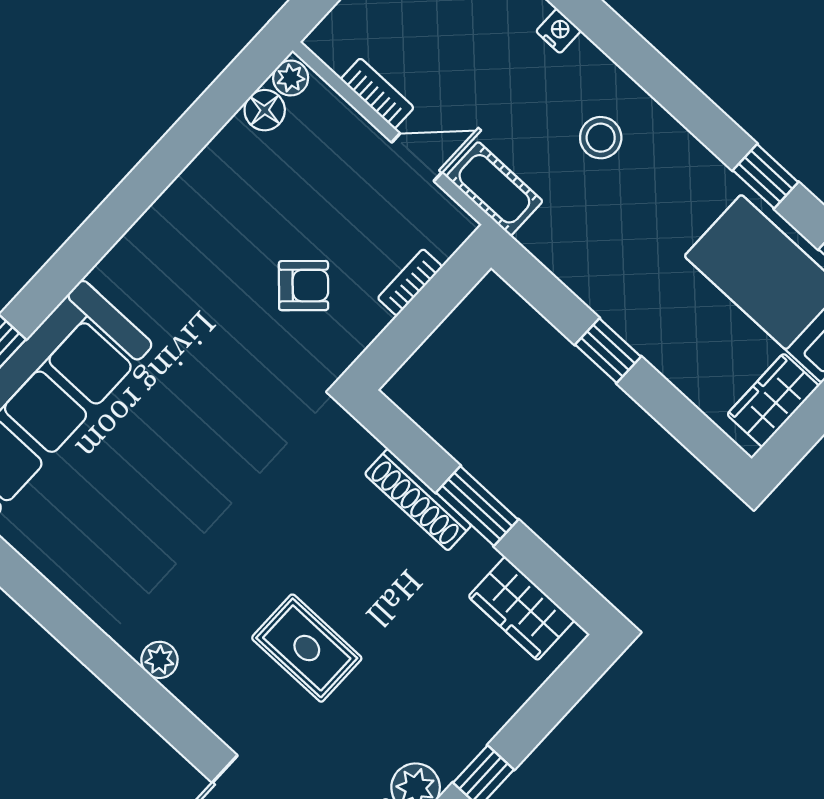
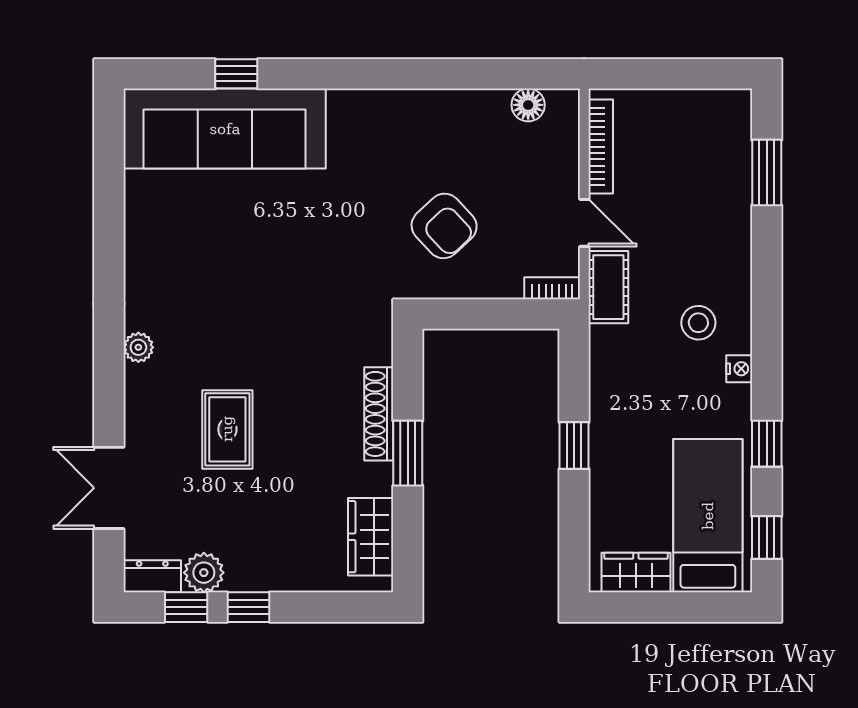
nightstand: (558, 31) -> (739, 369), moved
plant: (291, 78) -> (562, 103), removed
bookcase: (377, 93) -> (601, 147), width x1.56
bookcase: (410, 282) -> (552, 288), moved
armchair: (304, 286) -> (444, 226), width x1.38, depth x1.38

